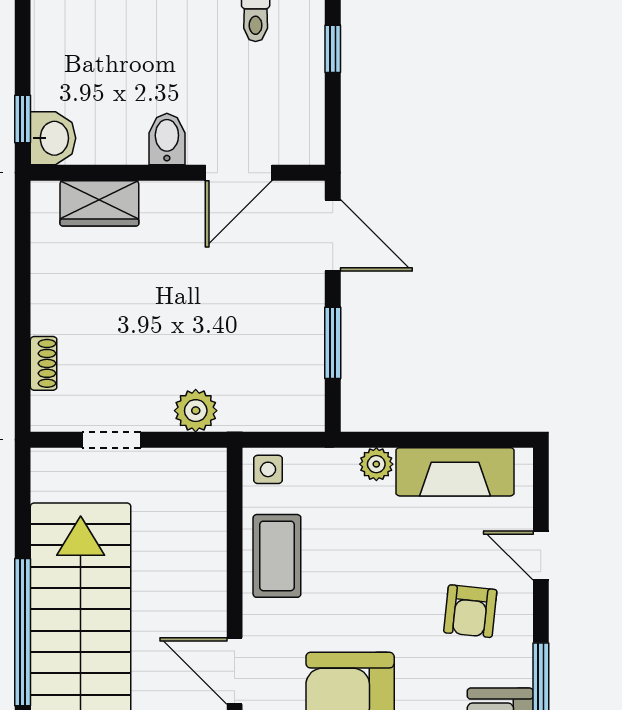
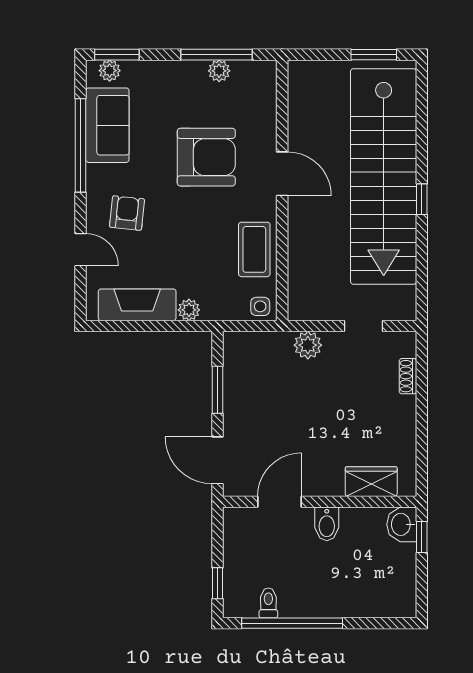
window: (23, 632) -> (422, 199), width x0.32

